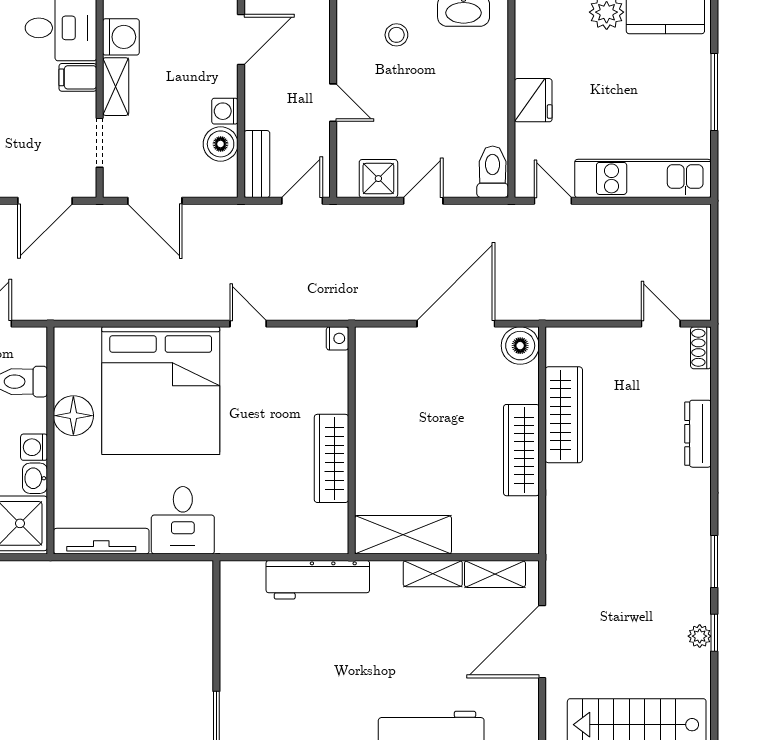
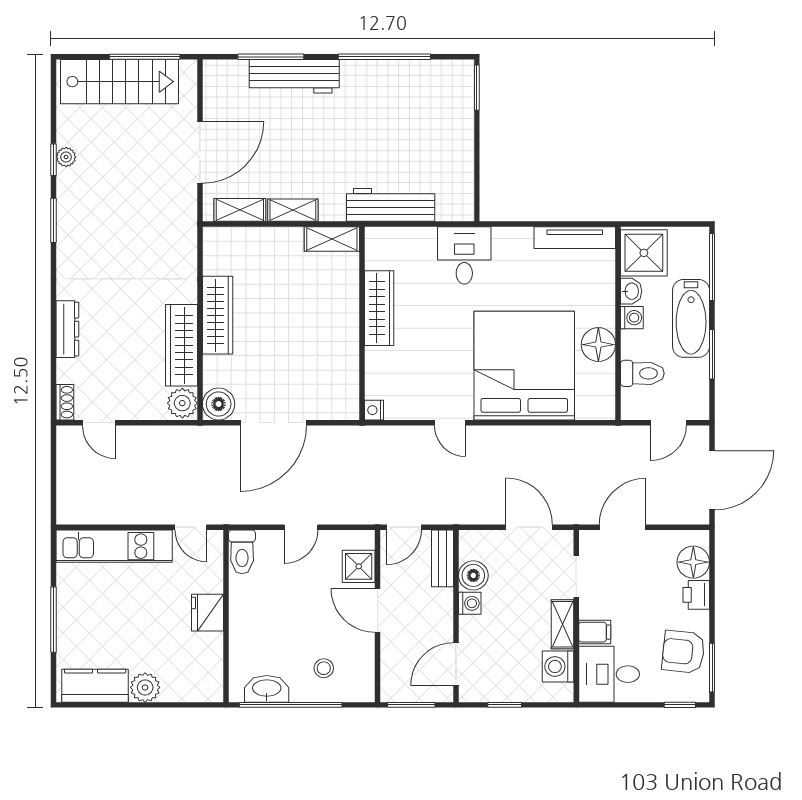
door: (333, 103) -> (378, 611), width x1.38
shower: (378, 179) -> (359, 566), moved
plant: (563, 347) -> (182, 403), added
desk: (183, 520) -> (464, 255), moved
shelving: (403, 535) -> (332, 239), width x0.67, depth x0.75

